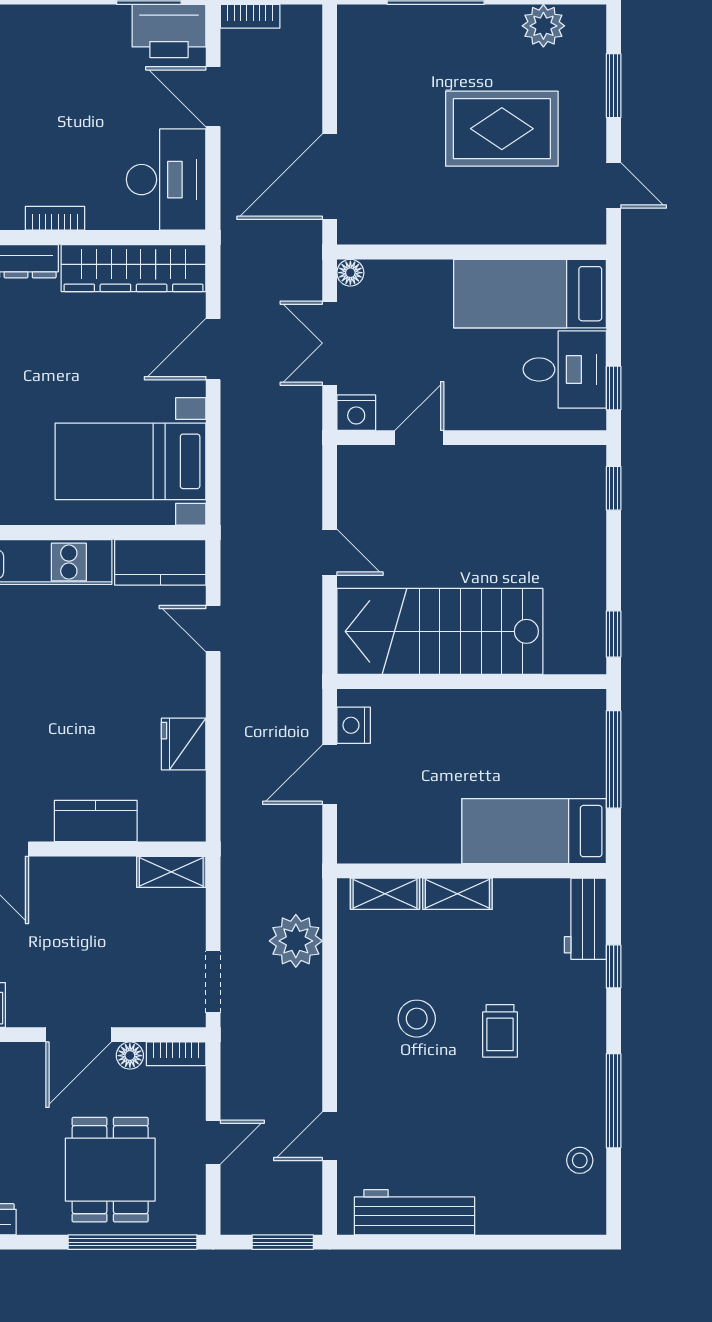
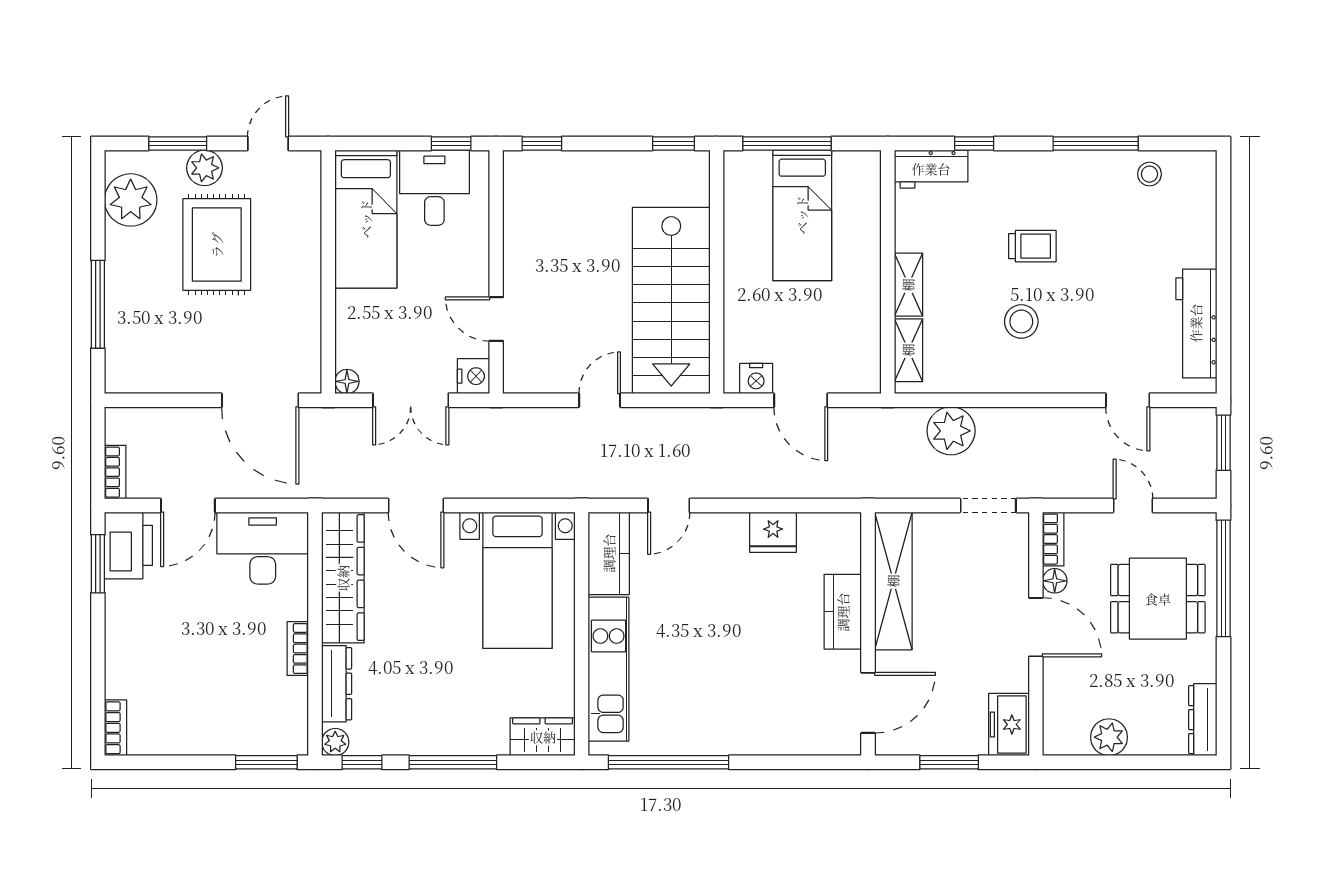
plant: (543, 26) -> (131, 200), width x1.36, depth x1.36
plant: (587, 115) -> (205, 168), added
bed: (534, 831) -> (802, 215), moved
shelving: (171, 872) -> (893, 581), width x2.20, depth x1.33

